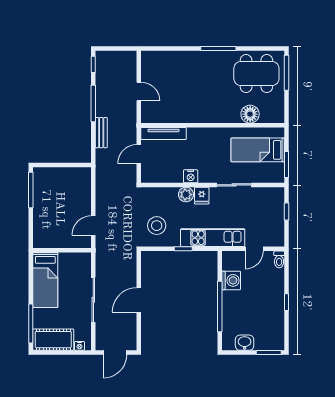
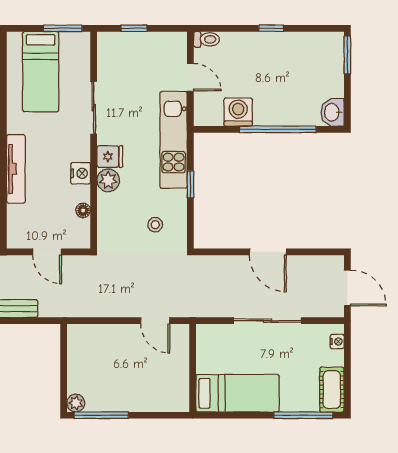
tv unit: (164, 134) -> (16, 169), moved
plant: (39, 173) -> (76, 403), added
floor lamp: (166, 178) -> (83, 210), added
stool: (157, 226) -> (155, 225), width x0.53, depth x0.53
cot: (53, 340) -> (332, 390), width x0.73, depth x0.75
washbasin: (245, 343) -> (332, 112), moved

